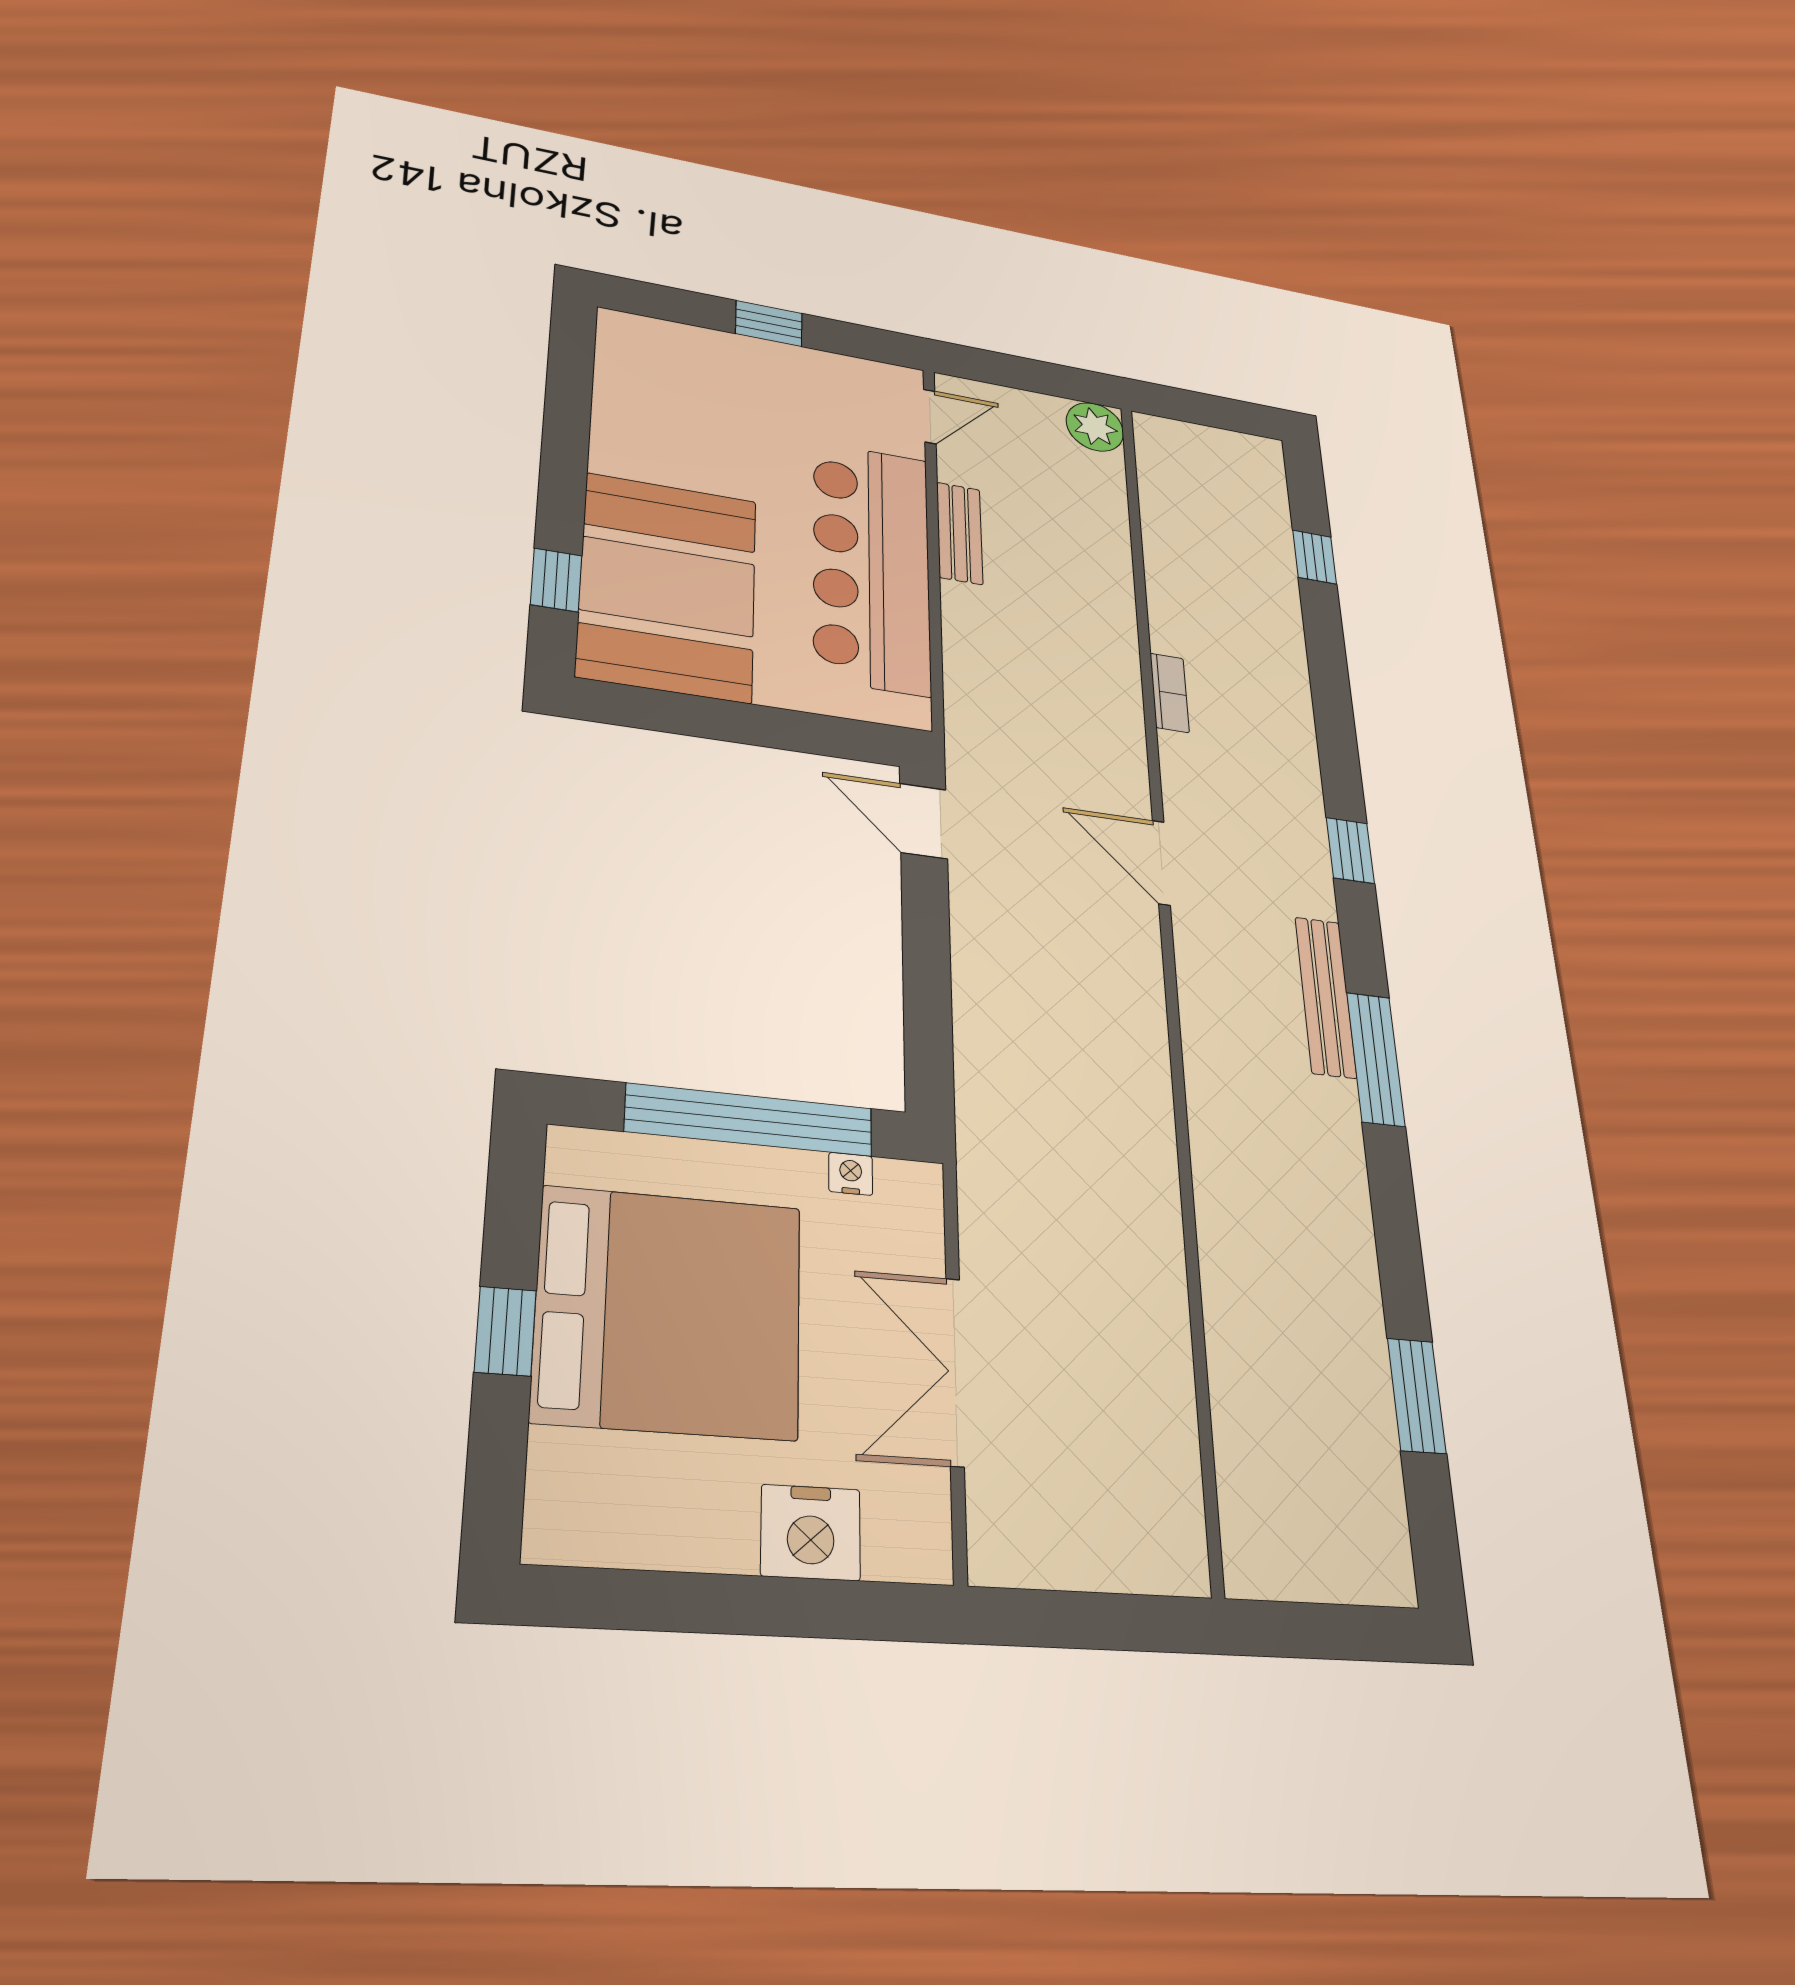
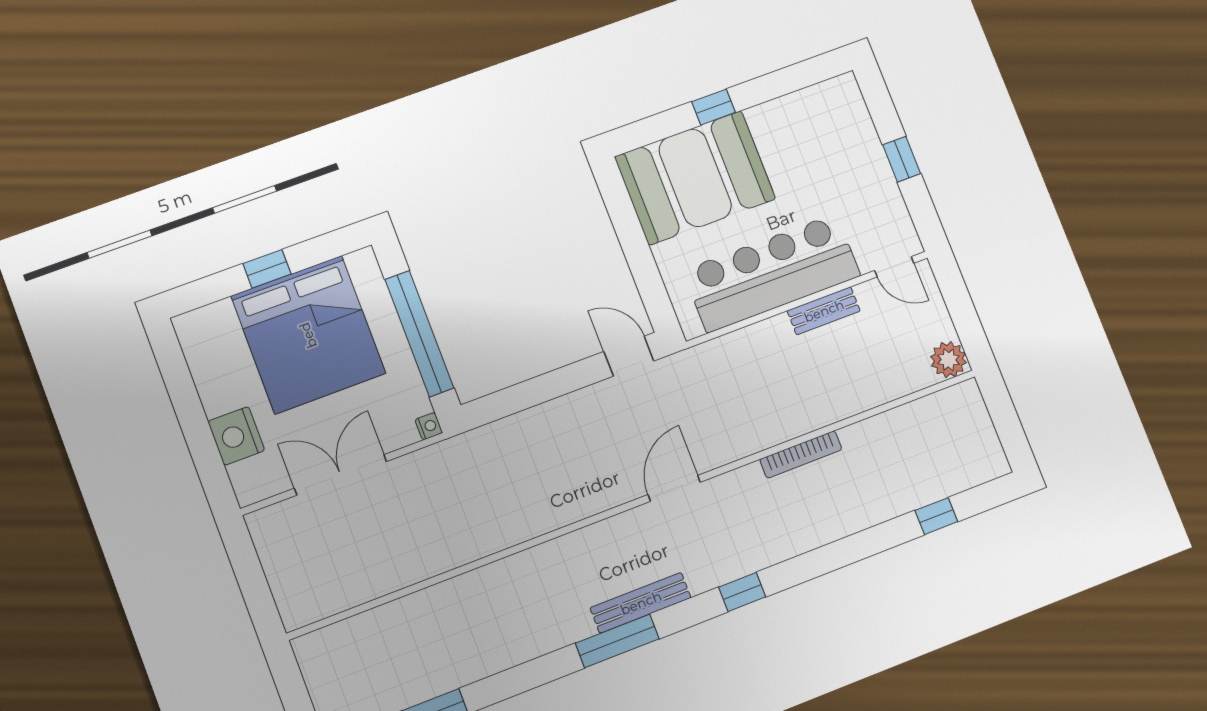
window: (556, 580) -> (714, 107), moved
bookcase: (1170, 693) -> (801, 454), width x1.56
door: (924, 821) -> (629, 356), hinge flipped
nightstand: (851, 1174) -> (429, 426), moved

